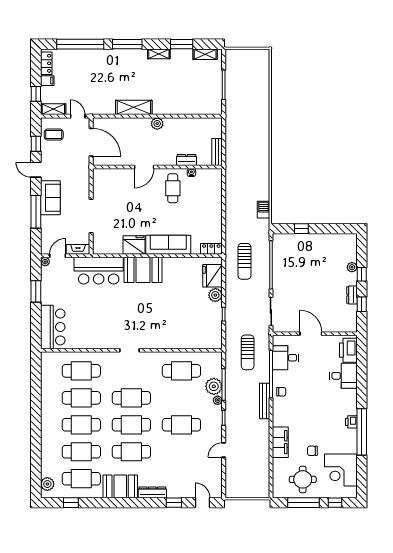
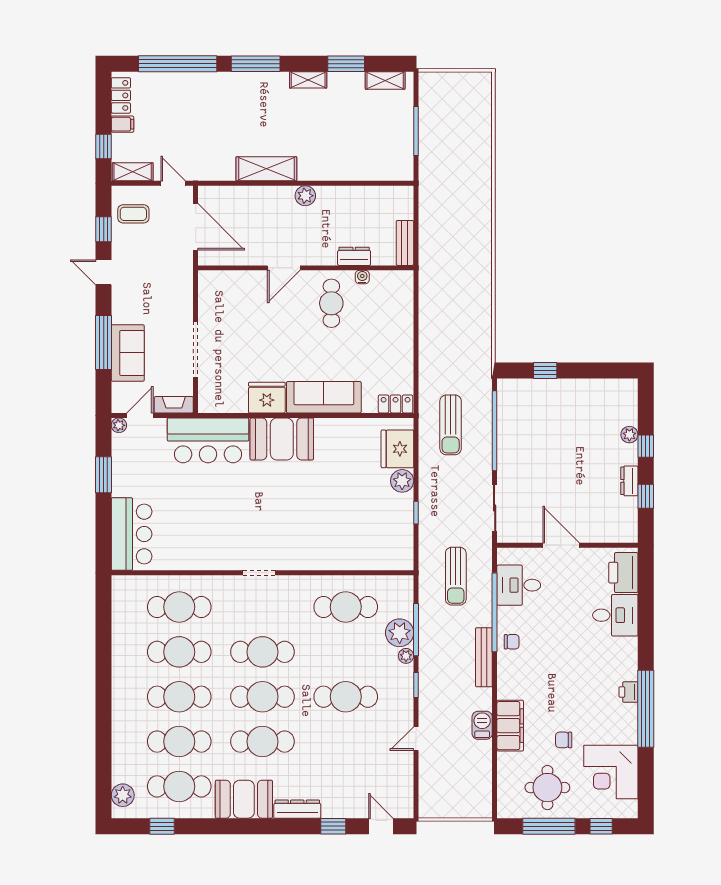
sofa: (50, 198) -> (128, 353), moved
barbecue: (263, 210) -> (482, 725), moved

